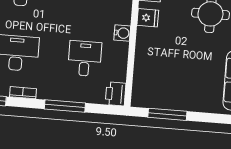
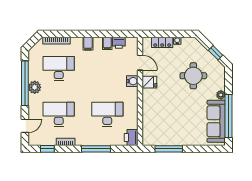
water cooler: (122, 33) -> (132, 81), moved
desk: (85, 58) -> (107, 114), width x1.37

